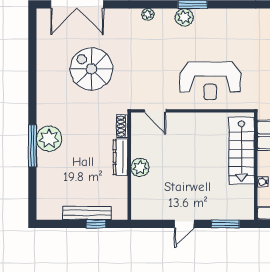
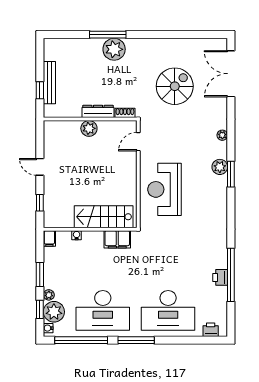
window: (225, 224) -> (40, 203), width x0.67

